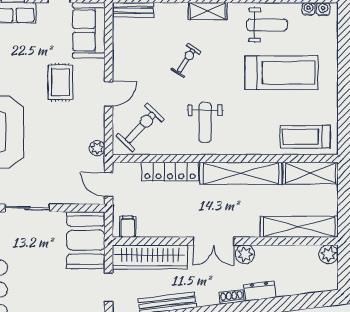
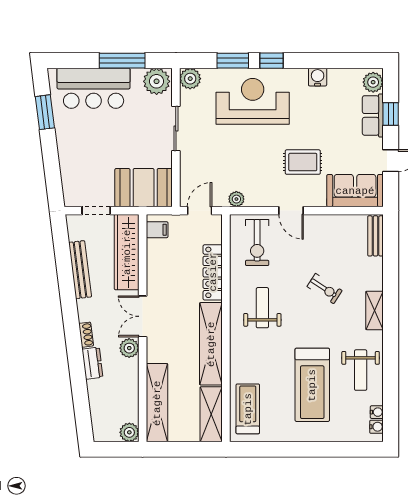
weight bench: (205, 122) -> (262, 308), turned 90
exercise bike: (140, 128) -> (257, 243), turned 46

